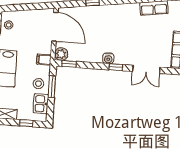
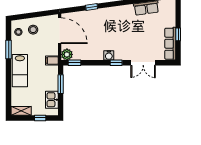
stool: (38, 84) -> (33, 30), moved

